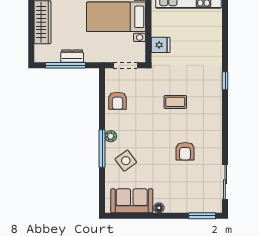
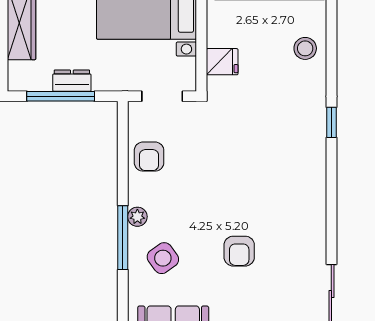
stool: (210, 37) -> (305, 48), added
coffee table: (175, 102) -> (247, 159), removed
armchair: (185, 151) -> (239, 251), moved

